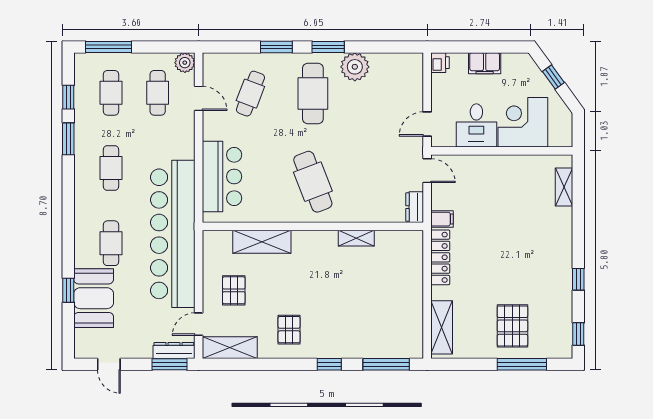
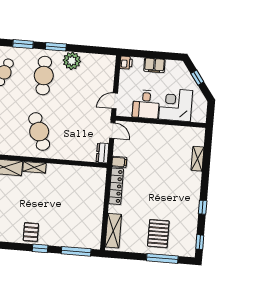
shelving: (564, 187) -> (197, 159), moved
shelving: (356, 238) -> (34, 167), moved
pallet: (289, 330) -> (31, 232), moved

